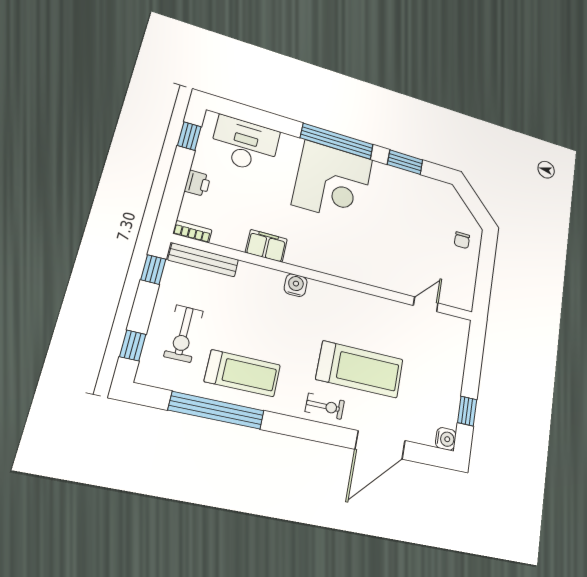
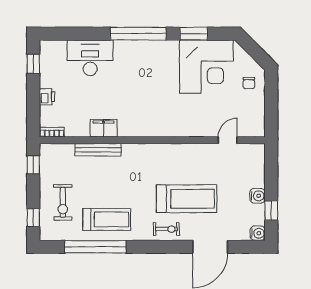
desk: (245, 144) -> (90, 58), moved
corner desk: (333, 182) -> (206, 67), moved
bench: (203, 260) -> (98, 150), moved
water cooler: (296, 285) -> (257, 196), moved, turned 90

